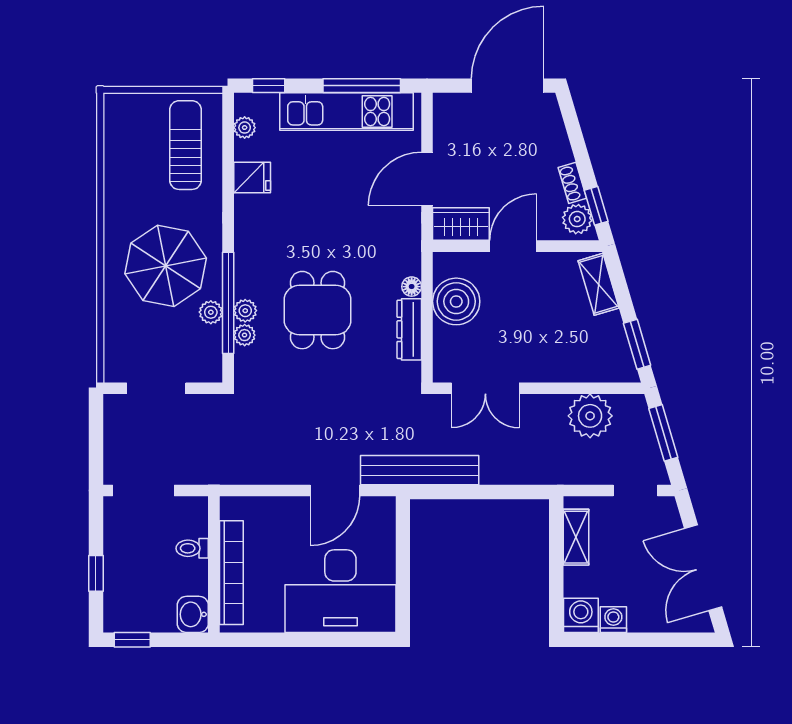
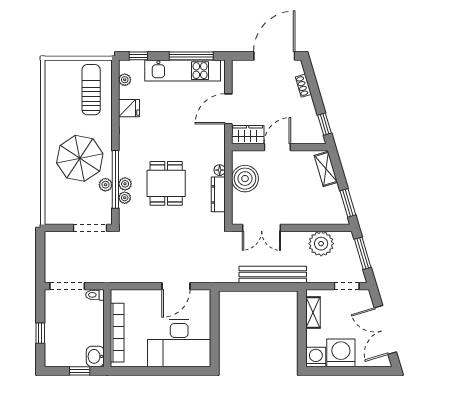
shoe rack: (572, 183) -> (303, 86), moved
plant: (577, 219) -> (314, 132), removed
doorway: (156, 388) -> (90, 228), moved
bench: (420, 470) -> (273, 274), moved
toilet: (192, 548) -> (95, 295), moved
washing machine: (613, 620) -> (341, 353), width x1.89, depth x1.89
window: (132, 640) -> (80, 371), moved

